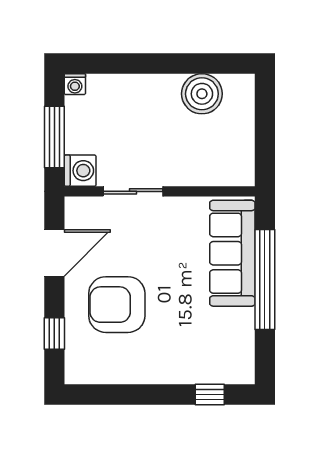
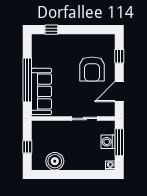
window: (265, 126) -> (27, 147), added
washing machine: (80, 171) -> (108, 142), moved
armchair: (117, 305) -> (92, 69), turned 90

